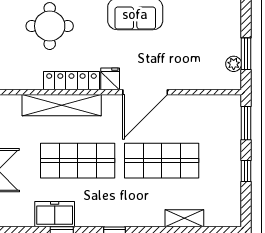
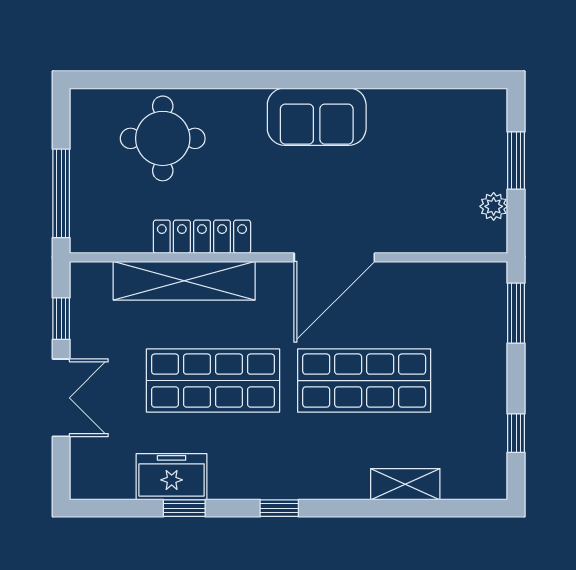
window: (246, 54) -> (516, 160), moved
fridge: (110, 79) -> (271, 233), removed
window: (246, 171) -> (516, 433), moved

